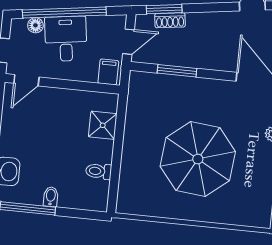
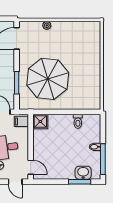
shower: (103, 125) -> (40, 122), moved
parasol: (198, 159) -> (48, 79), moved

